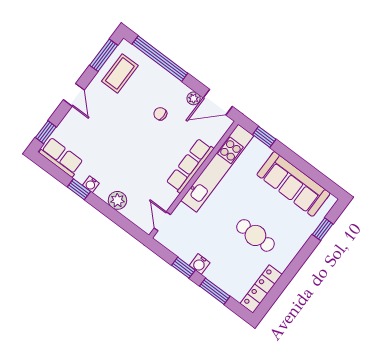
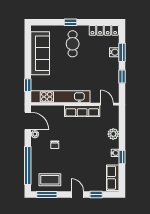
door: (74, 95) -> (77, 194), hinge flipped
window: (46, 132) -> (96, 194), moved
row of seats: (190, 166) -> (82, 111), moved
door: (162, 221) -> (107, 104), swing flipped
window: (323, 229) -> (70, 22), moved
cafe table: (255, 235) -> (73, 44), moved
water cooler: (200, 264) -> (114, 52), moved

